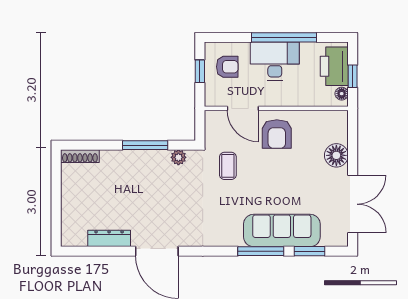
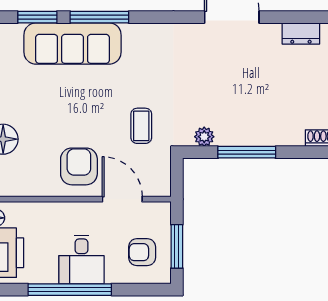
desk: (275, 61) -> (81, 259), width x0.73
window: (200, 71) -> (177, 246), width x1.50
dresser: (109, 238) -> (301, 33), width x0.70

